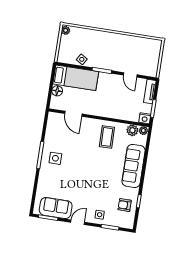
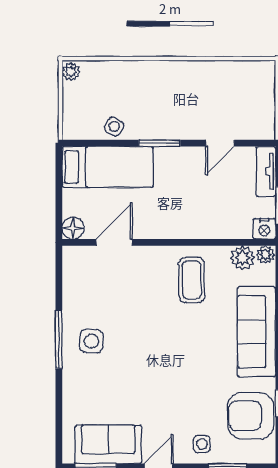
door: (130, 75) -> (220, 143), hinge flipped
floor lamp: (57, 91) -> (73, 228), moved
door: (73, 114) -> (114, 242), swing flipped
armchair: (125, 205) -> (251, 416), width x1.88, depth x1.88

